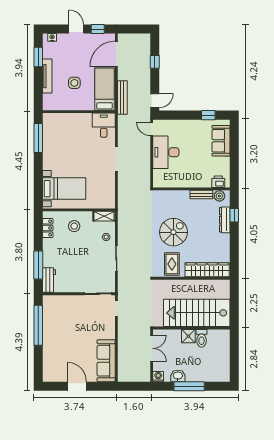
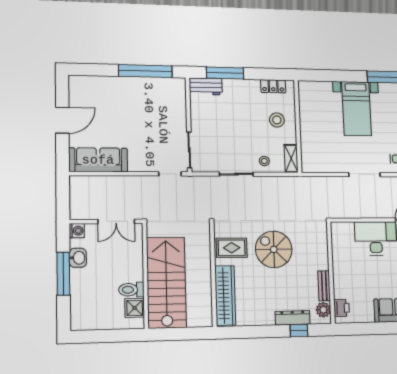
bed with nightstands: (64, 189) -> (357, 109), moved
spiral stairs: (173, 232) -> (274, 249), turned 180
shower: (188, 336) -> (135, 308), moved

